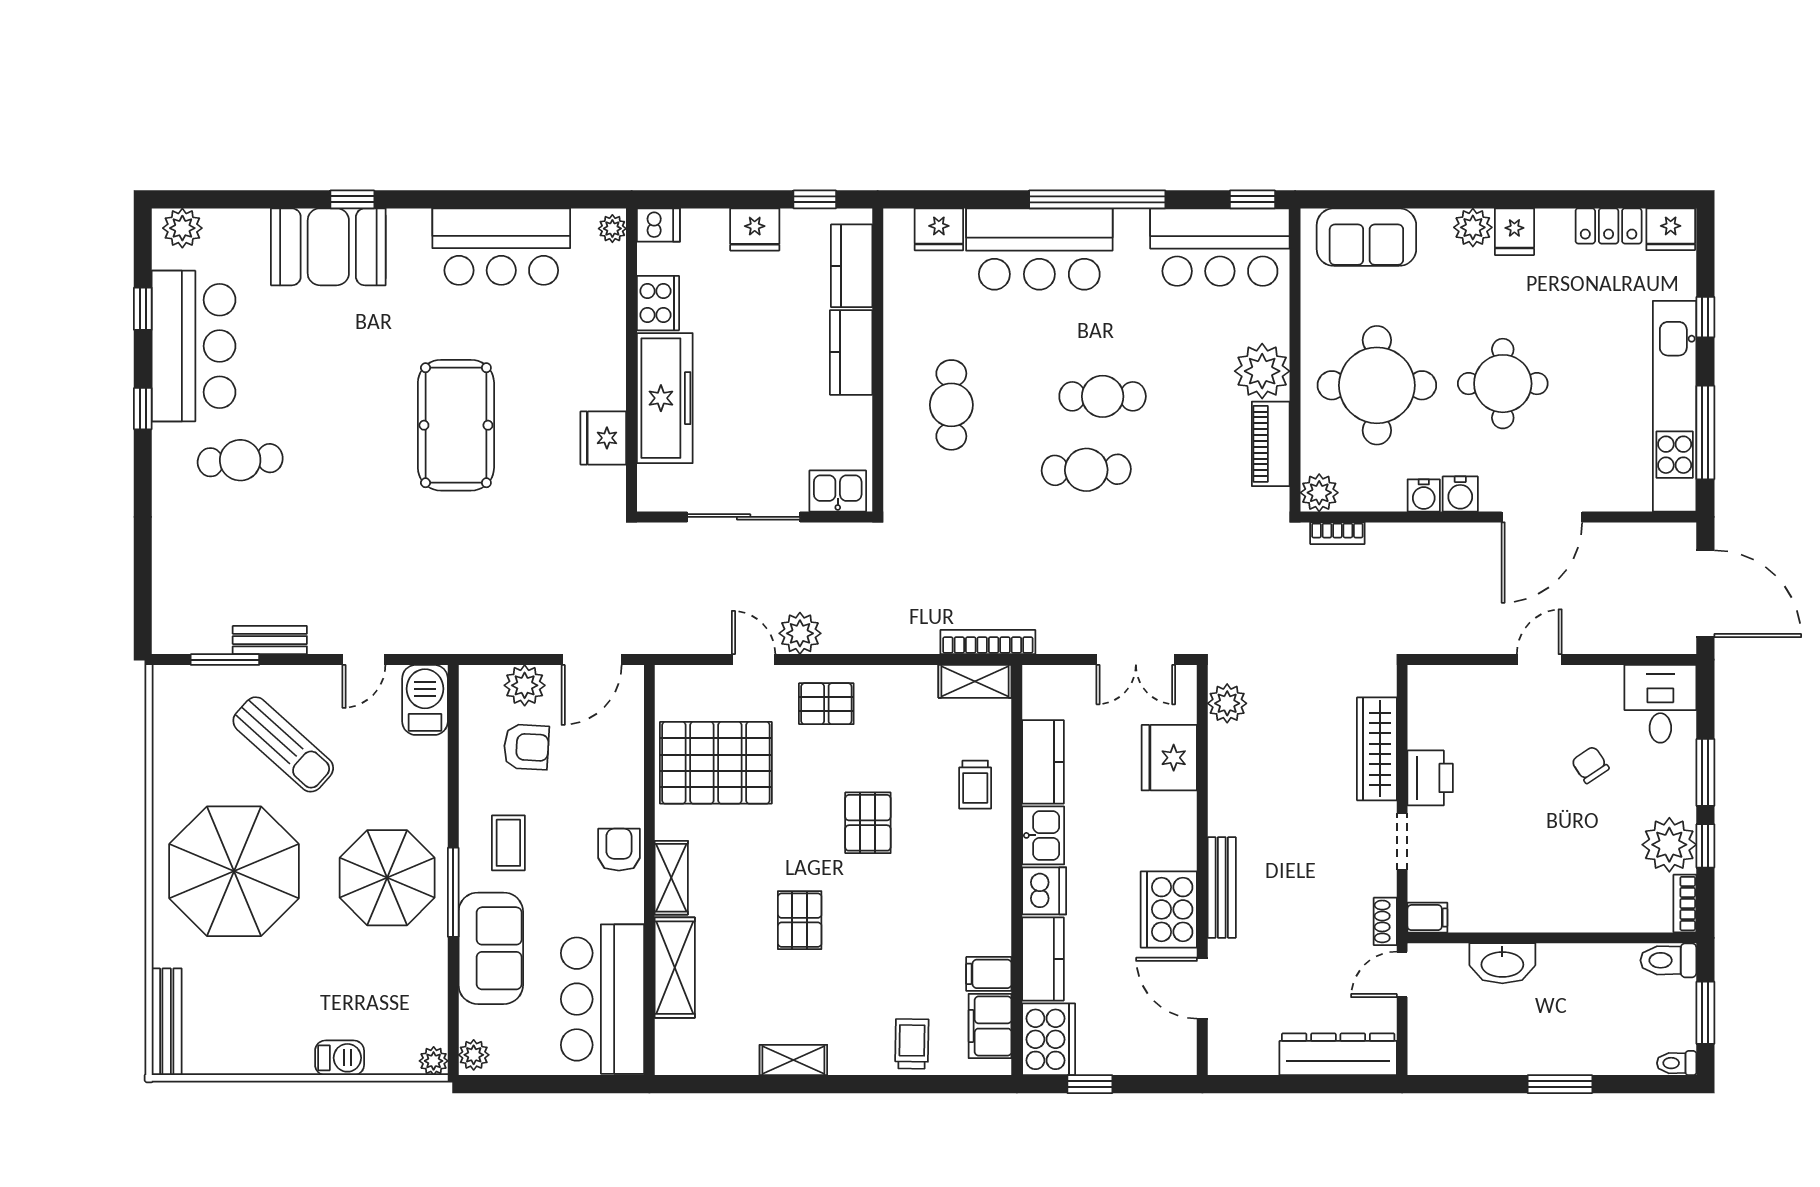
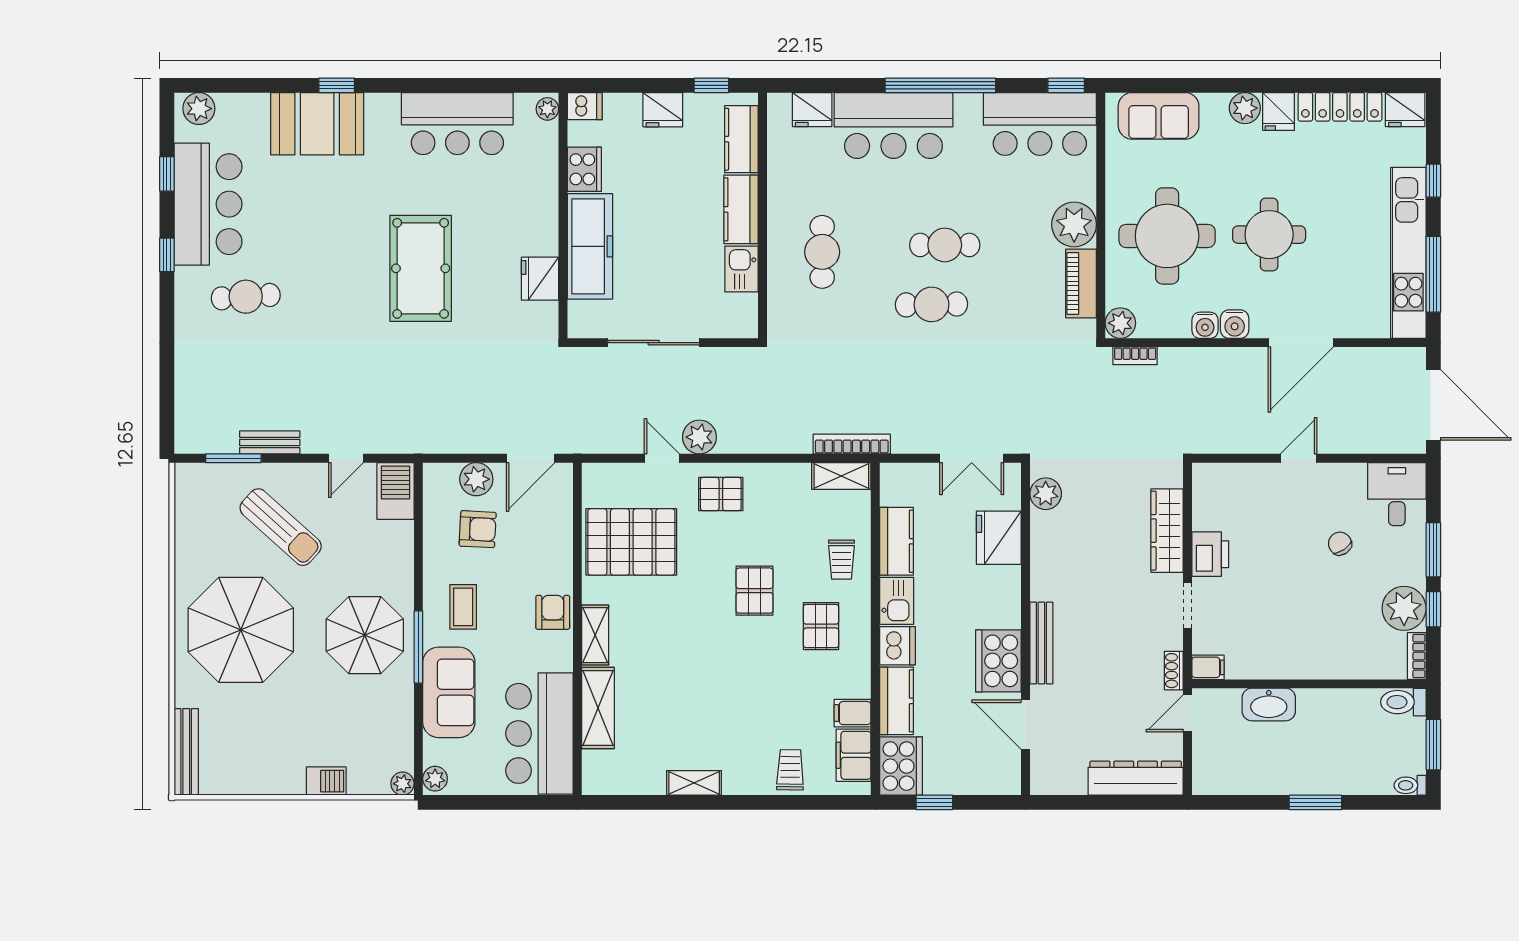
locker: (1609, 226) -> (1340, 107), width x1.53
kitchen sink: (838, 491) -> (741, 269), moved, turned -90
pallet: (800, 920) -> (821, 626), moved

